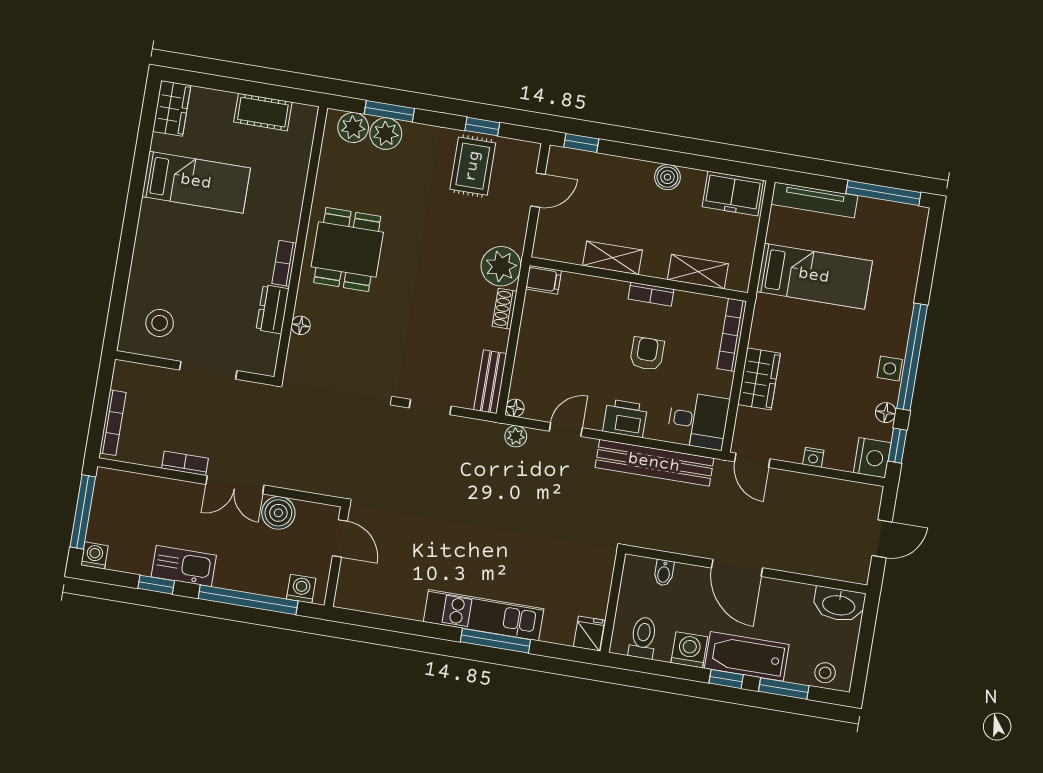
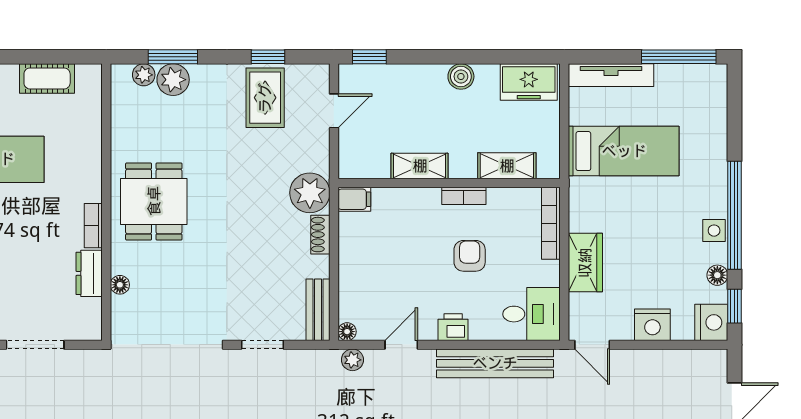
plant: (353, 128) -> (144, 75), width x0.73, depth x0.73
printer: (625, 418) -> (453, 327), width x0.73, depth x0.81
nightstand: (813, 457) -> (652, 325), width x1.89, depth x1.79

